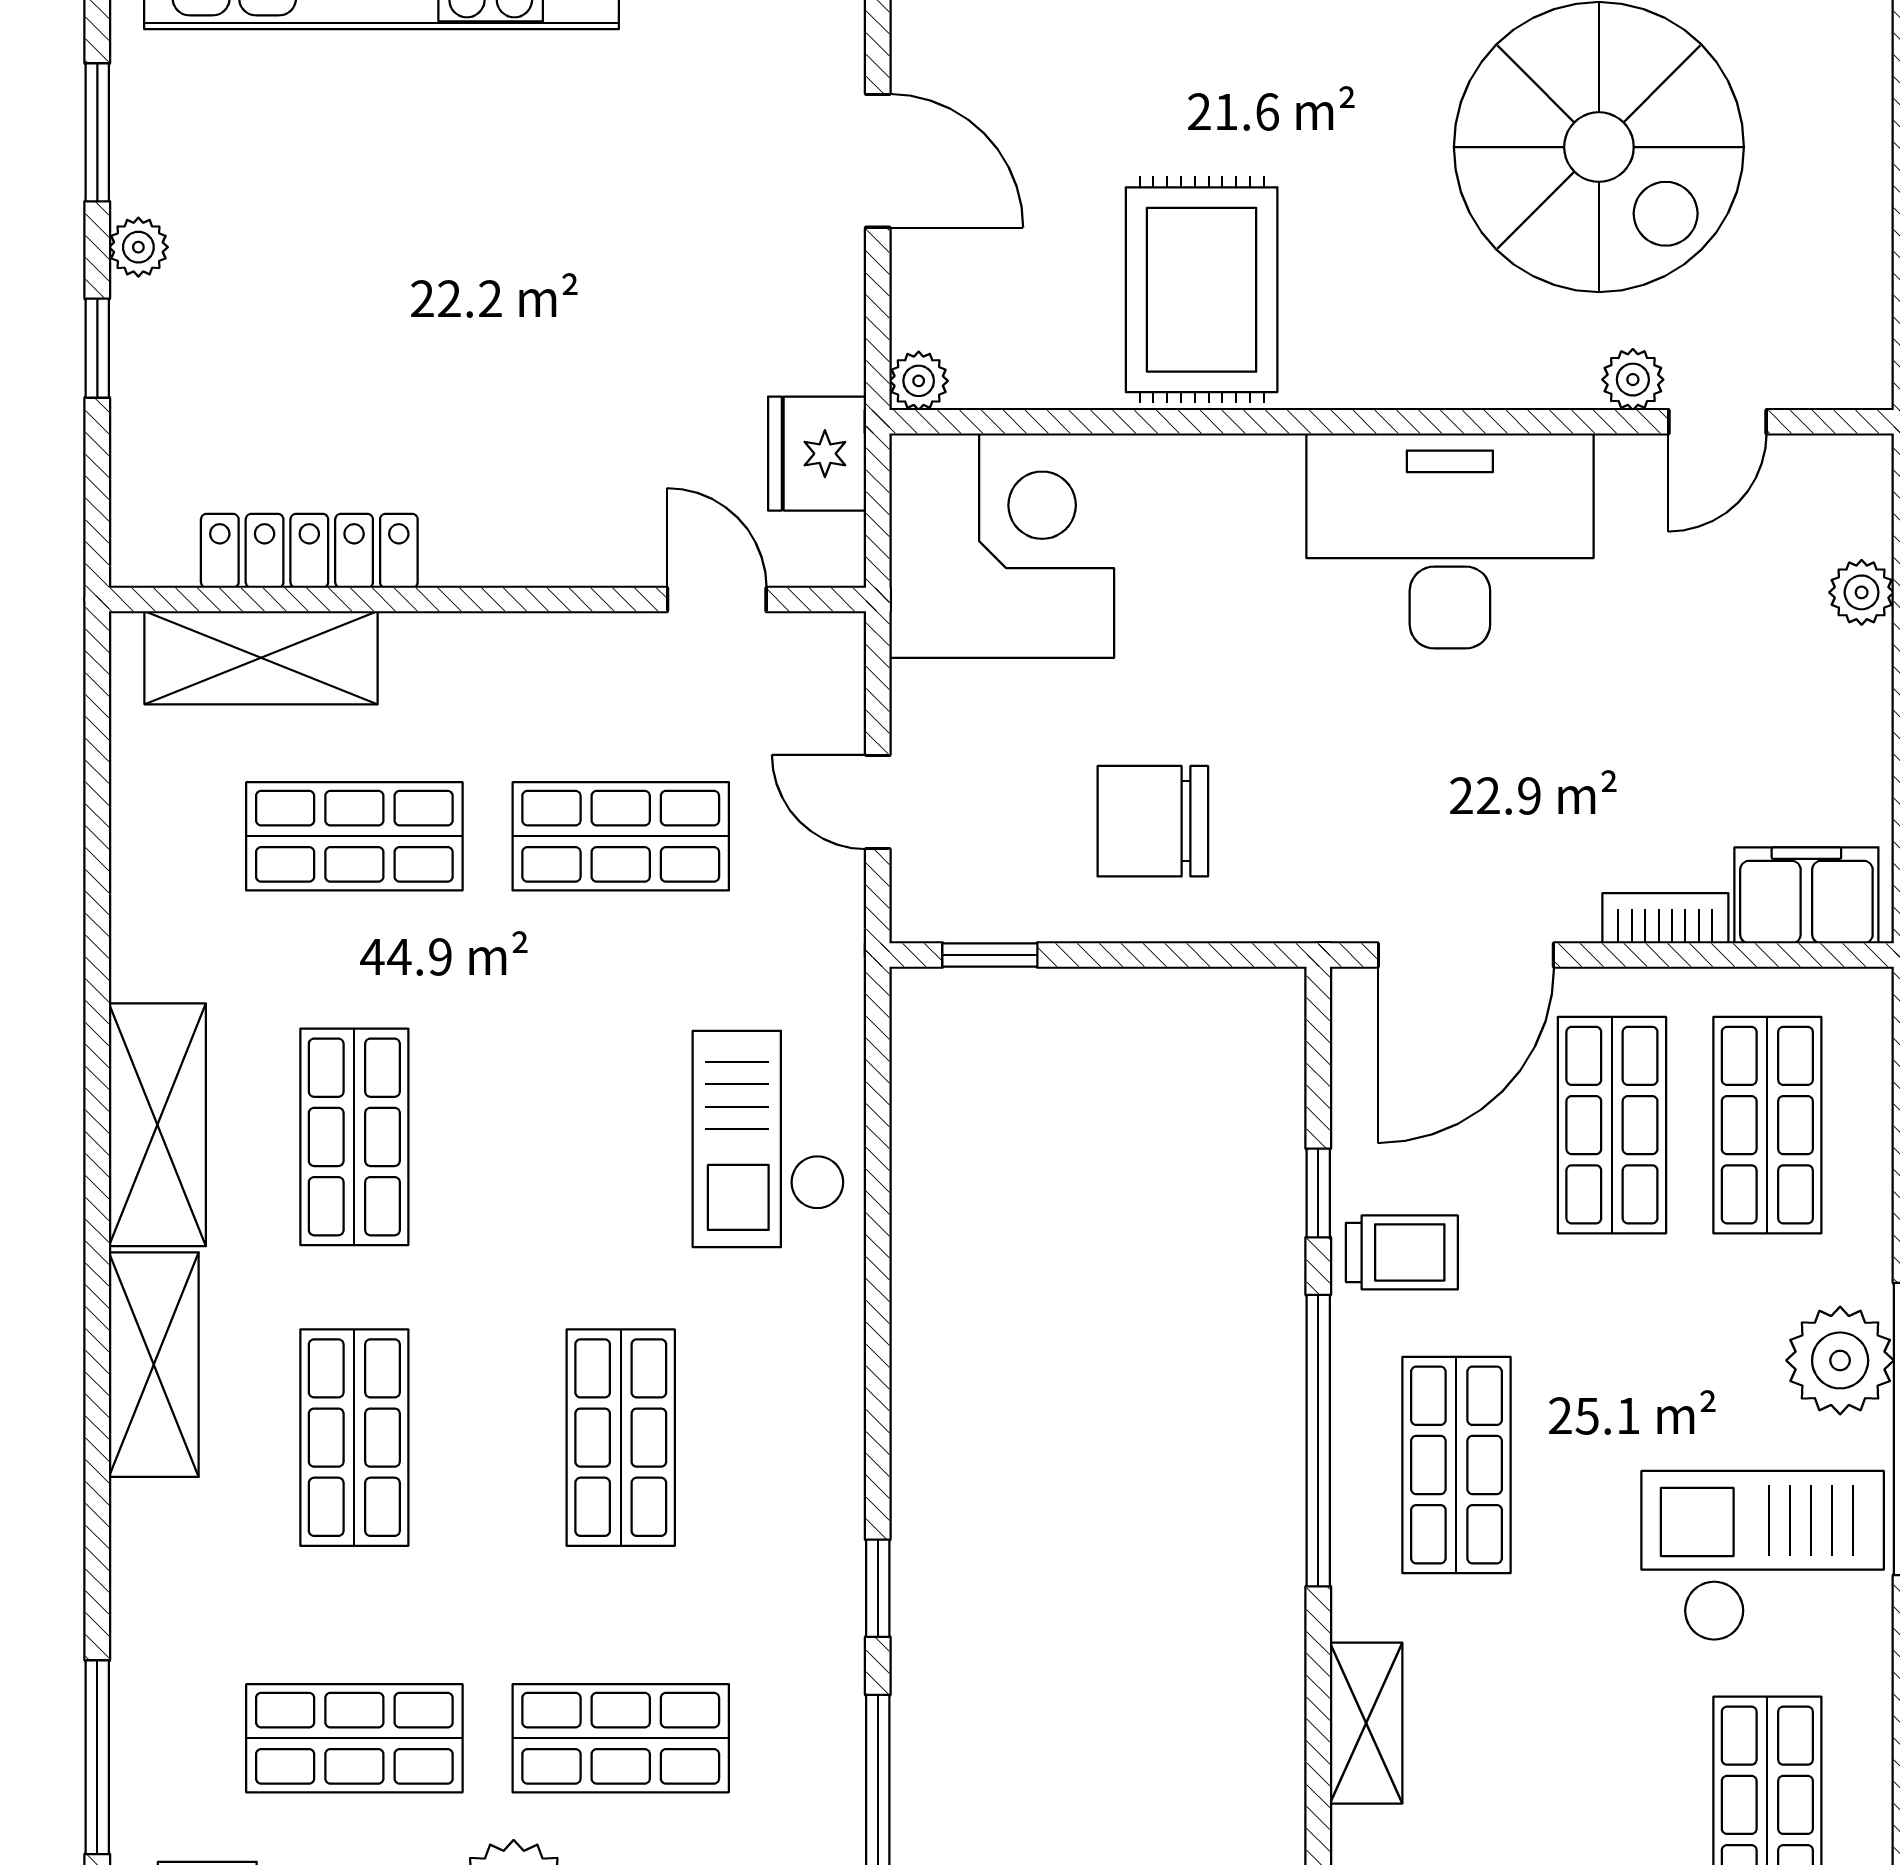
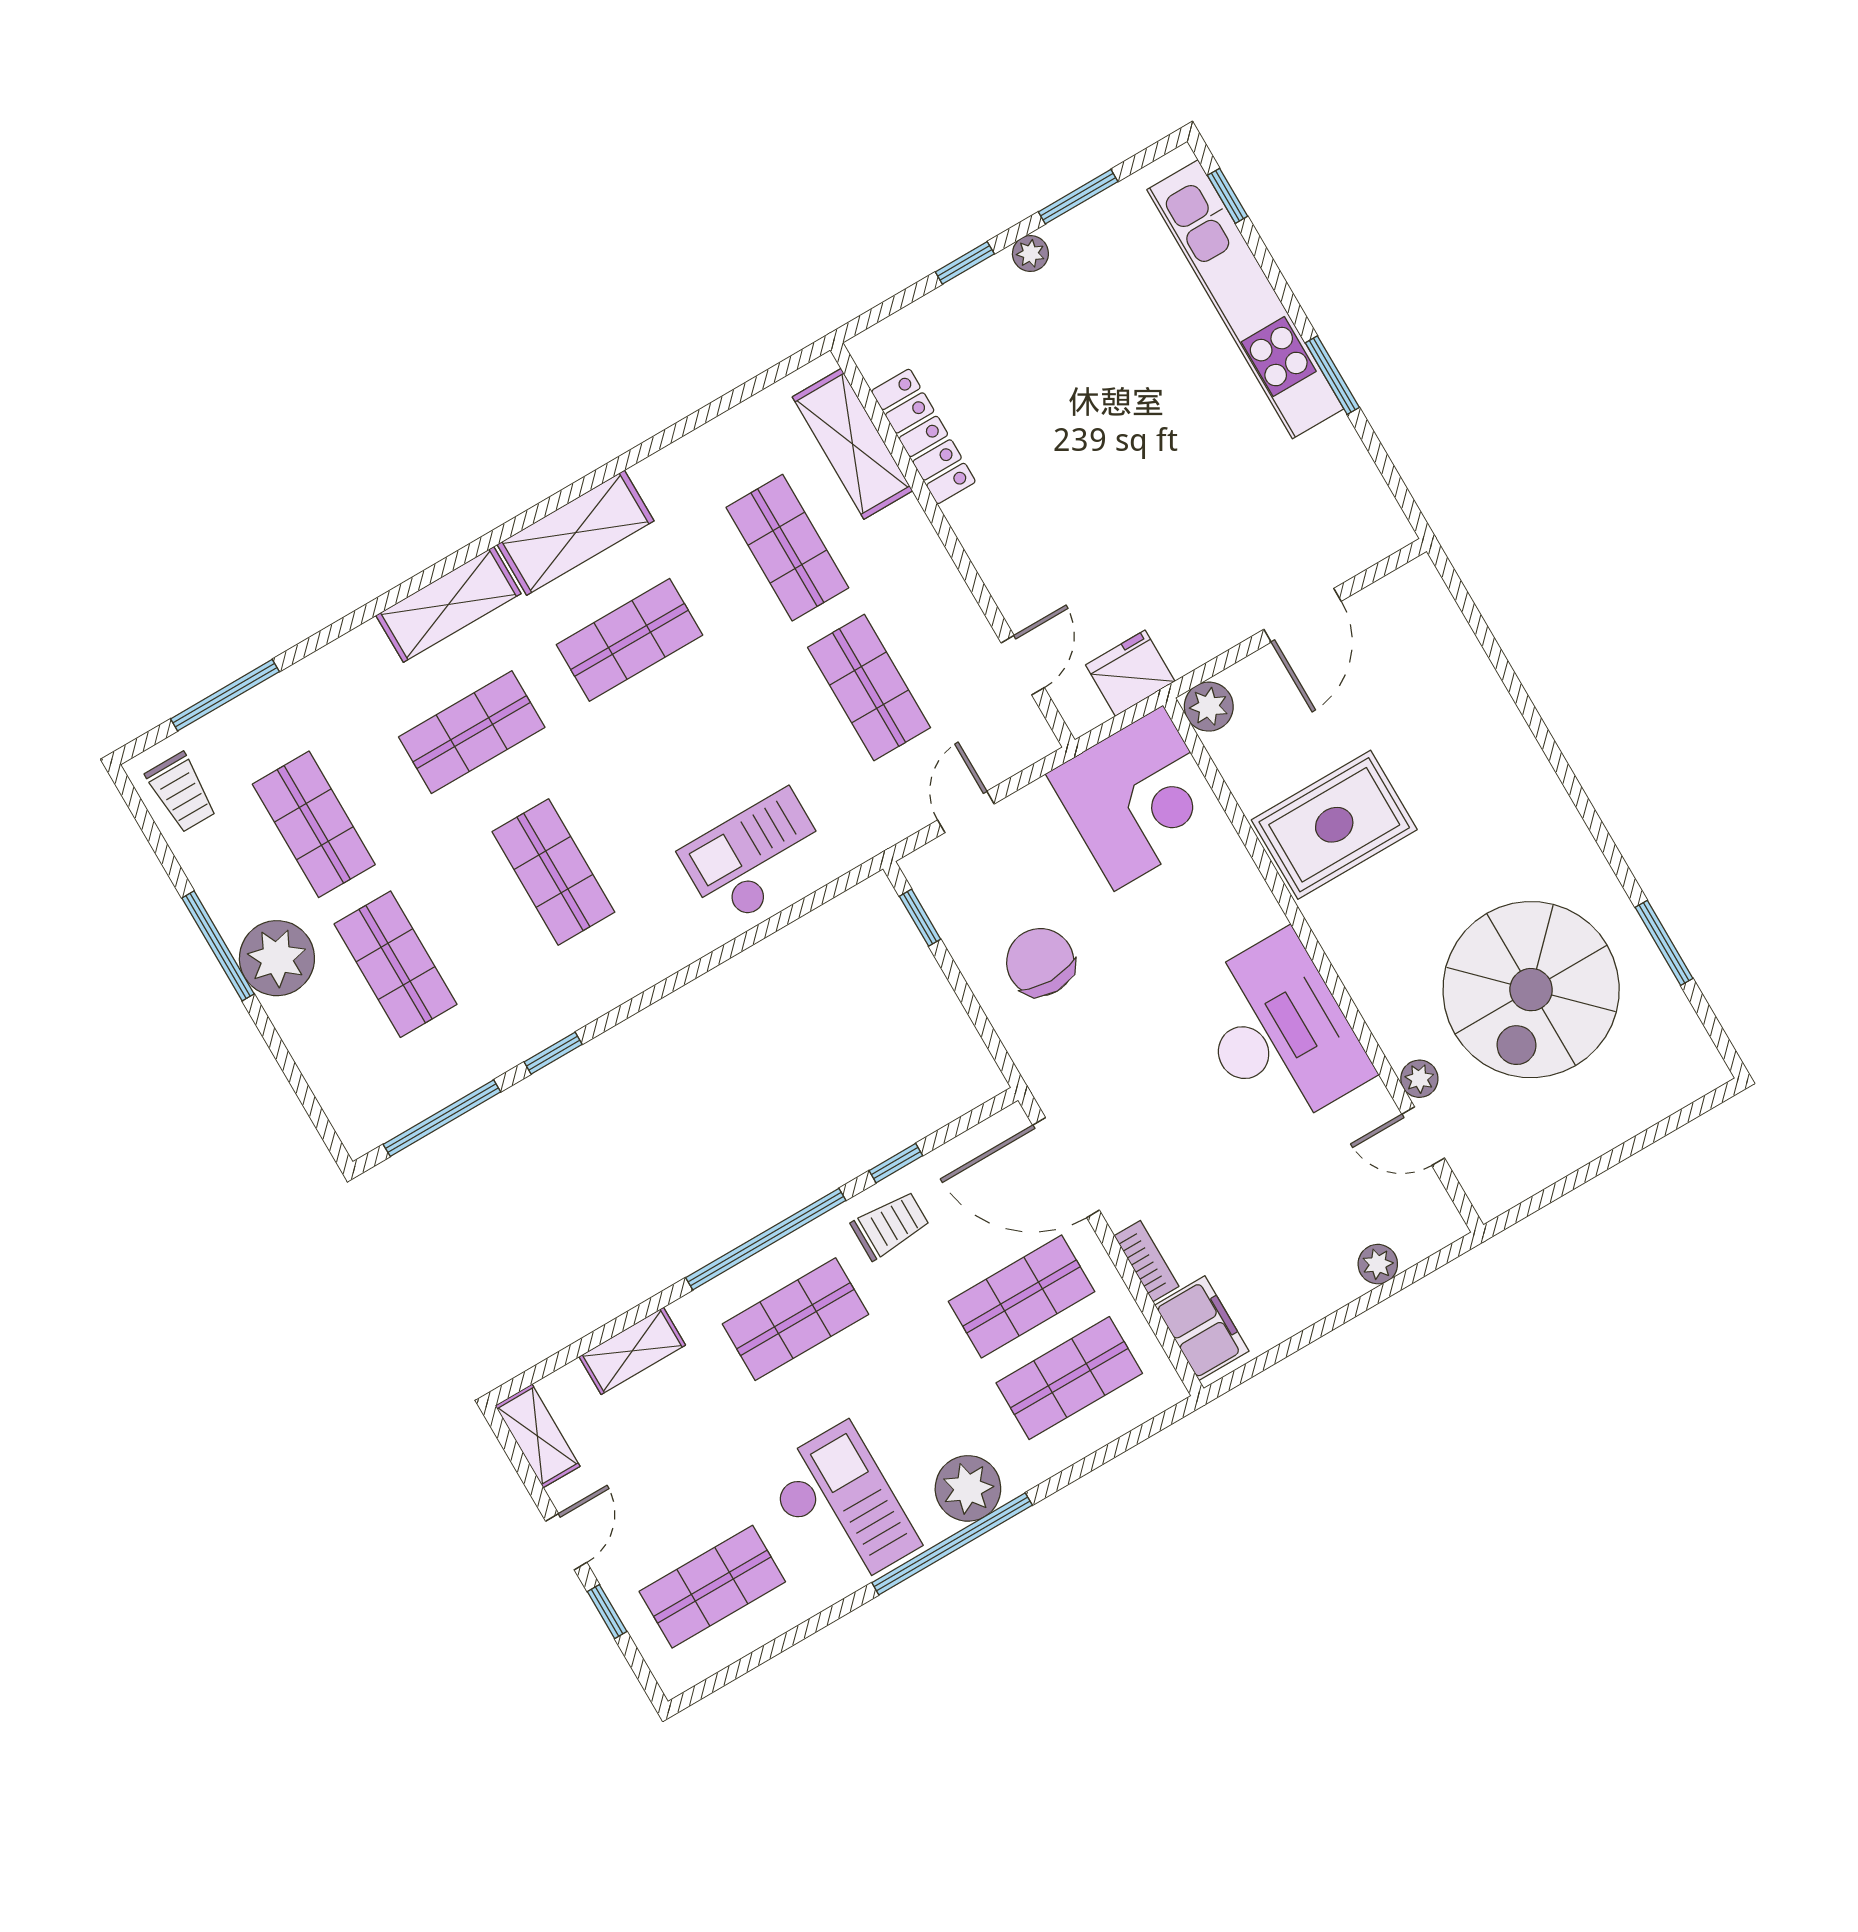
plant: (919, 381) -> (1209, 707), width x1.38, depth x1.38
trolley: (1402, 1252) -> (890, 1225), turned -90
shop shelf: (621, 1438) -> (553, 872), turned 90

